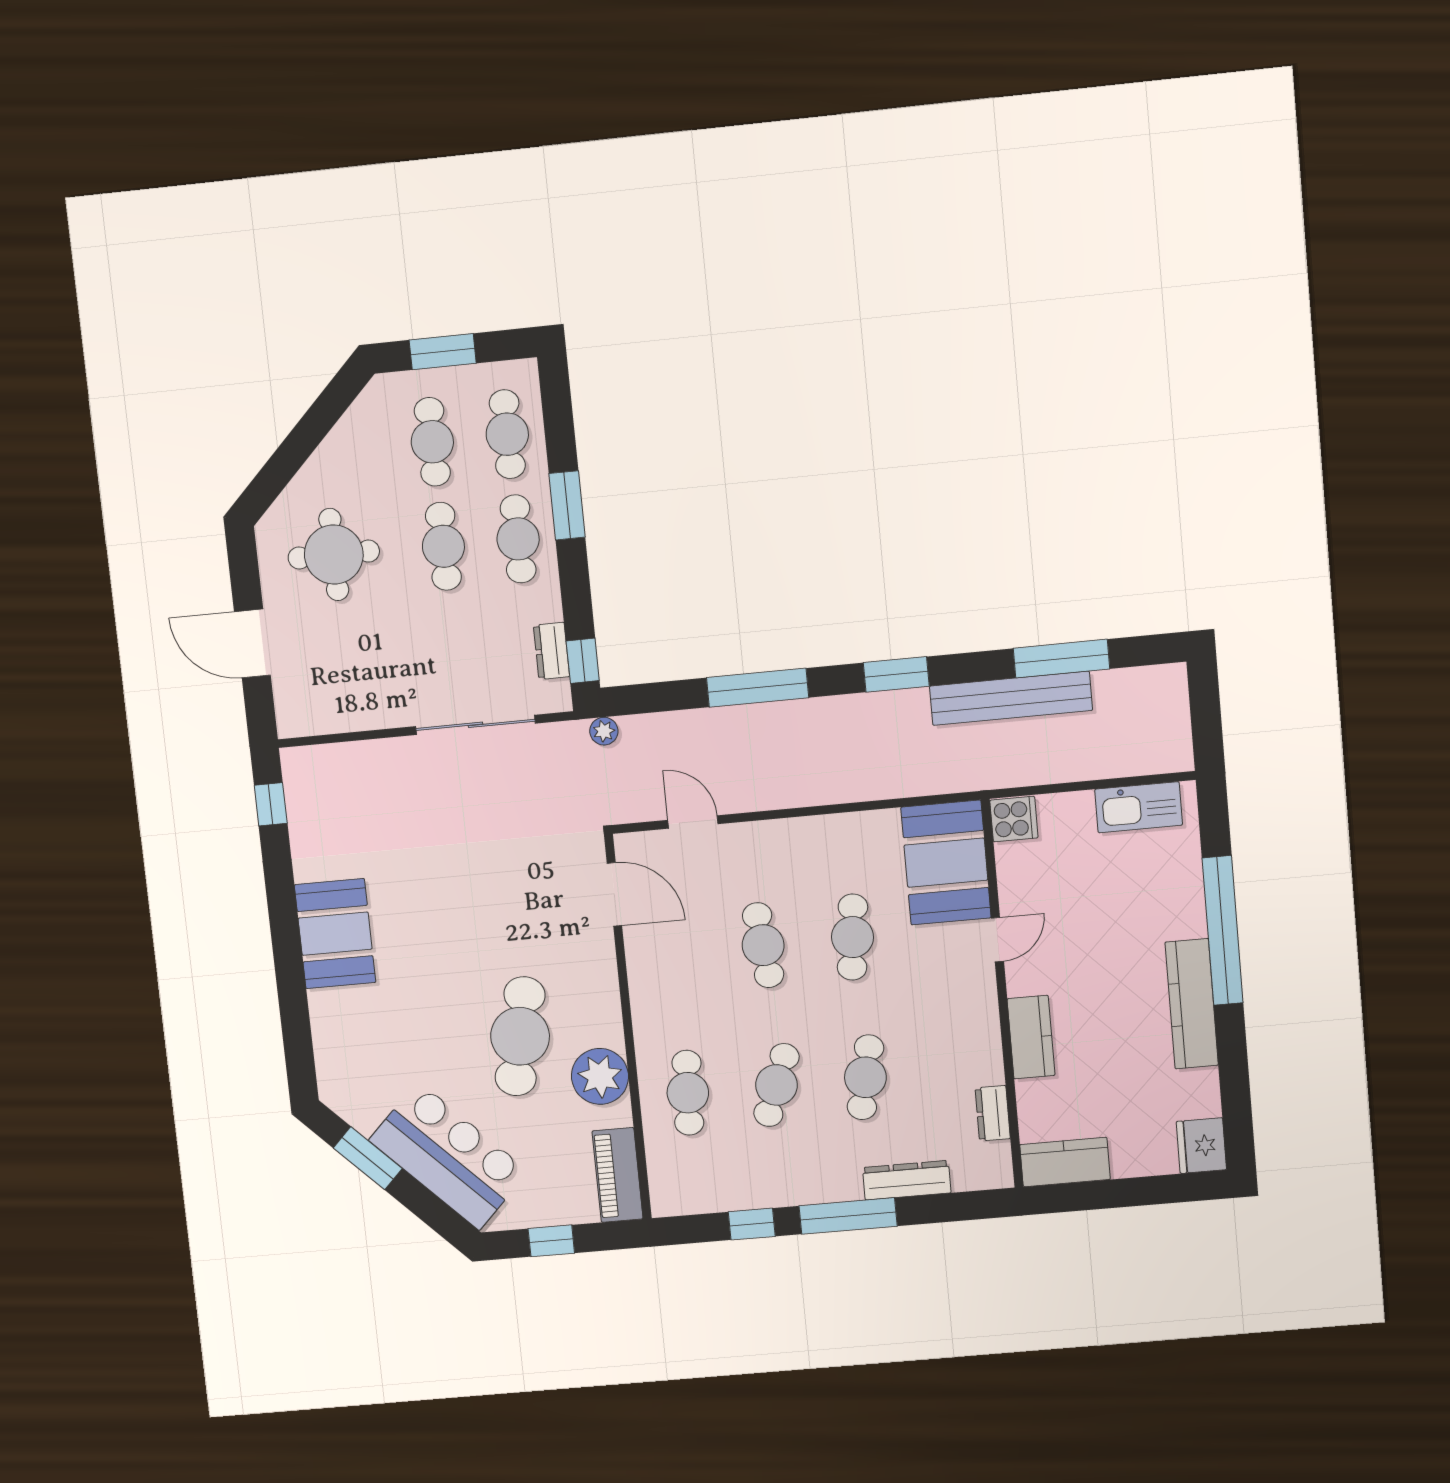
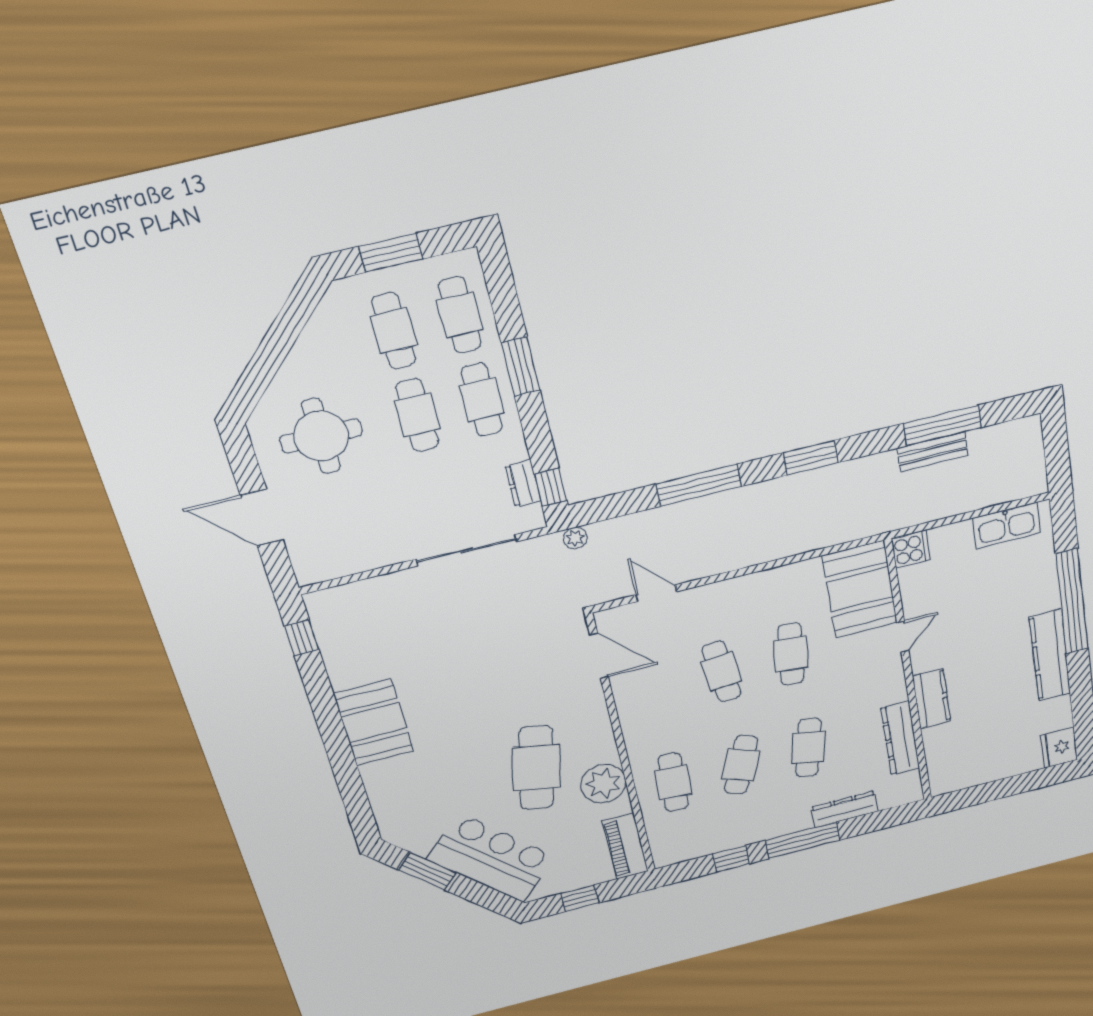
bench: (1011, 698) -> (933, 452), width x0.54, depth x0.82
dresser: (993, 1113) -> (900, 738), width x1.96, depth x1.24
kitchen counter: (1065, 1162) -> (960, 776), removed

